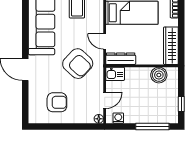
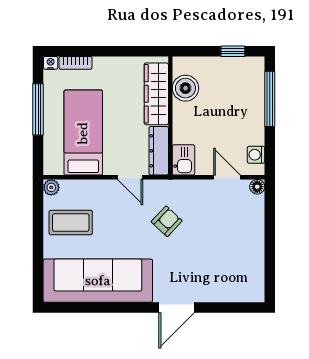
door: (105, 41) -> (130, 177), hinge flipped
wardrobe: (171, 46) -> (156, 94), moved, turned 90
armchair: (78, 64) -> (167, 221), width x0.53, depth x0.53
armchair: (57, 102) -> (230, 255), removed

